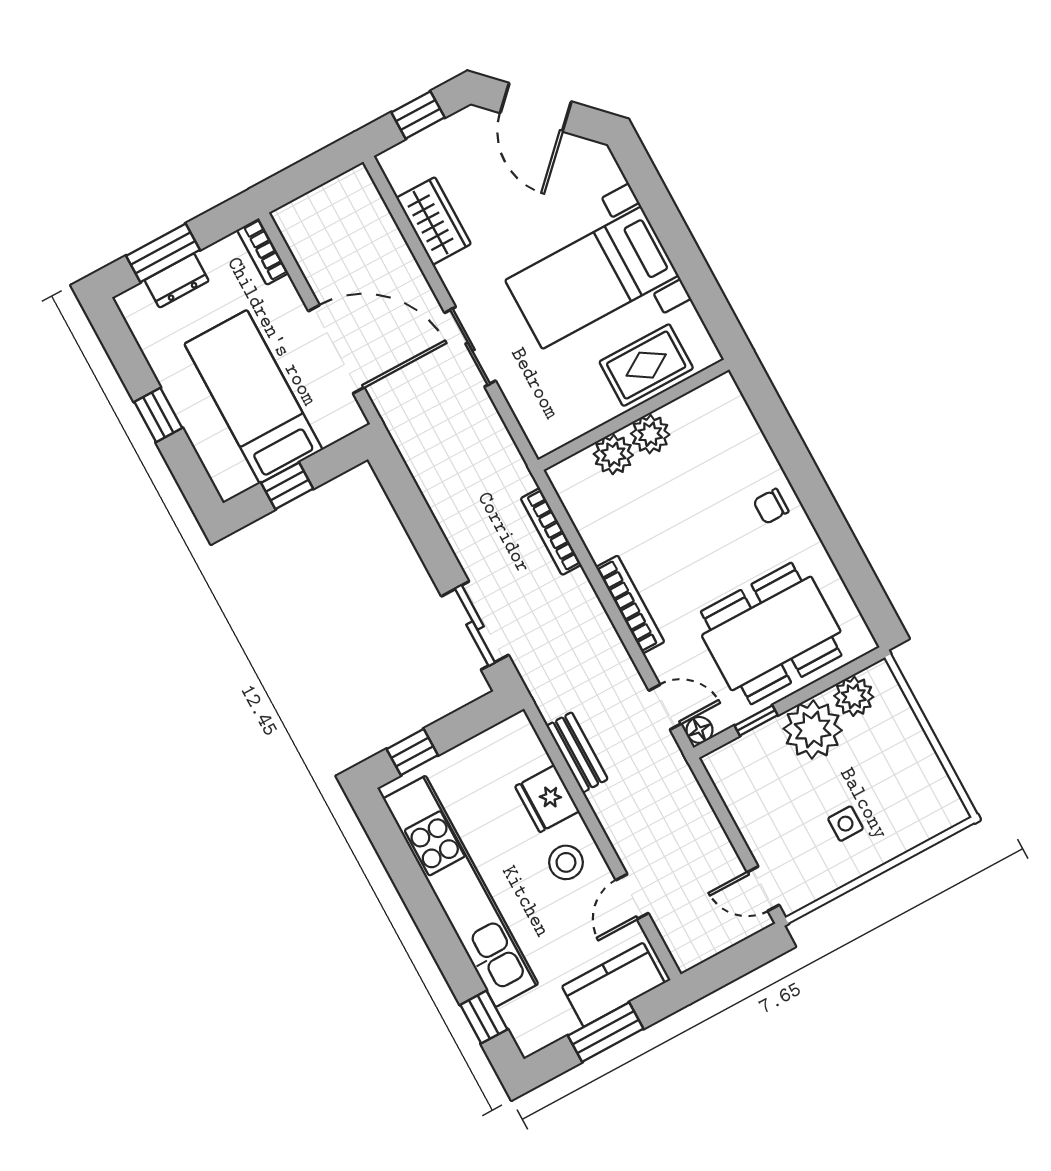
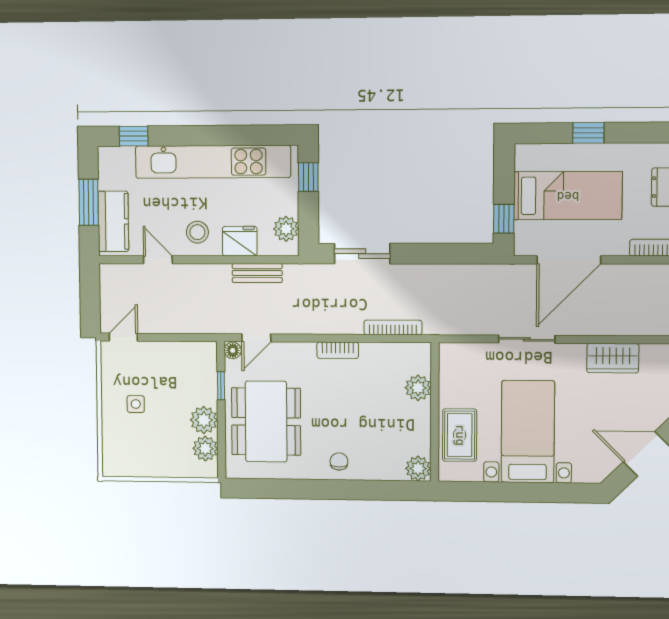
plant: (650, 434) -> (418, 468), moved
window: (287, 486) -> (504, 219), moved
bookcase: (630, 604) -> (338, 350), width x0.64
plant: (813, 730) -> (204, 420), width x0.73, depth x0.73
plant: (497, 745) -> (286, 229), added

